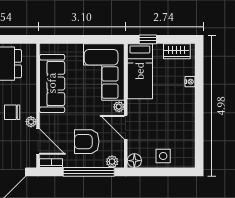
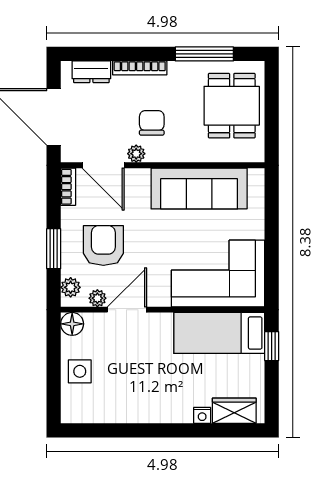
wardrobe: (177, 51) -> (234, 411), moved, turned 90
plant: (119, 107) -> (97, 298), moved
door: (38, 142) -> (103, 165), hinge flipped
window: (89, 172) -> (54, 249), width x0.47

